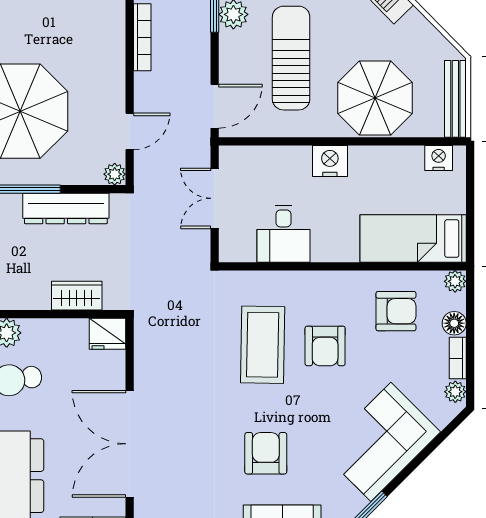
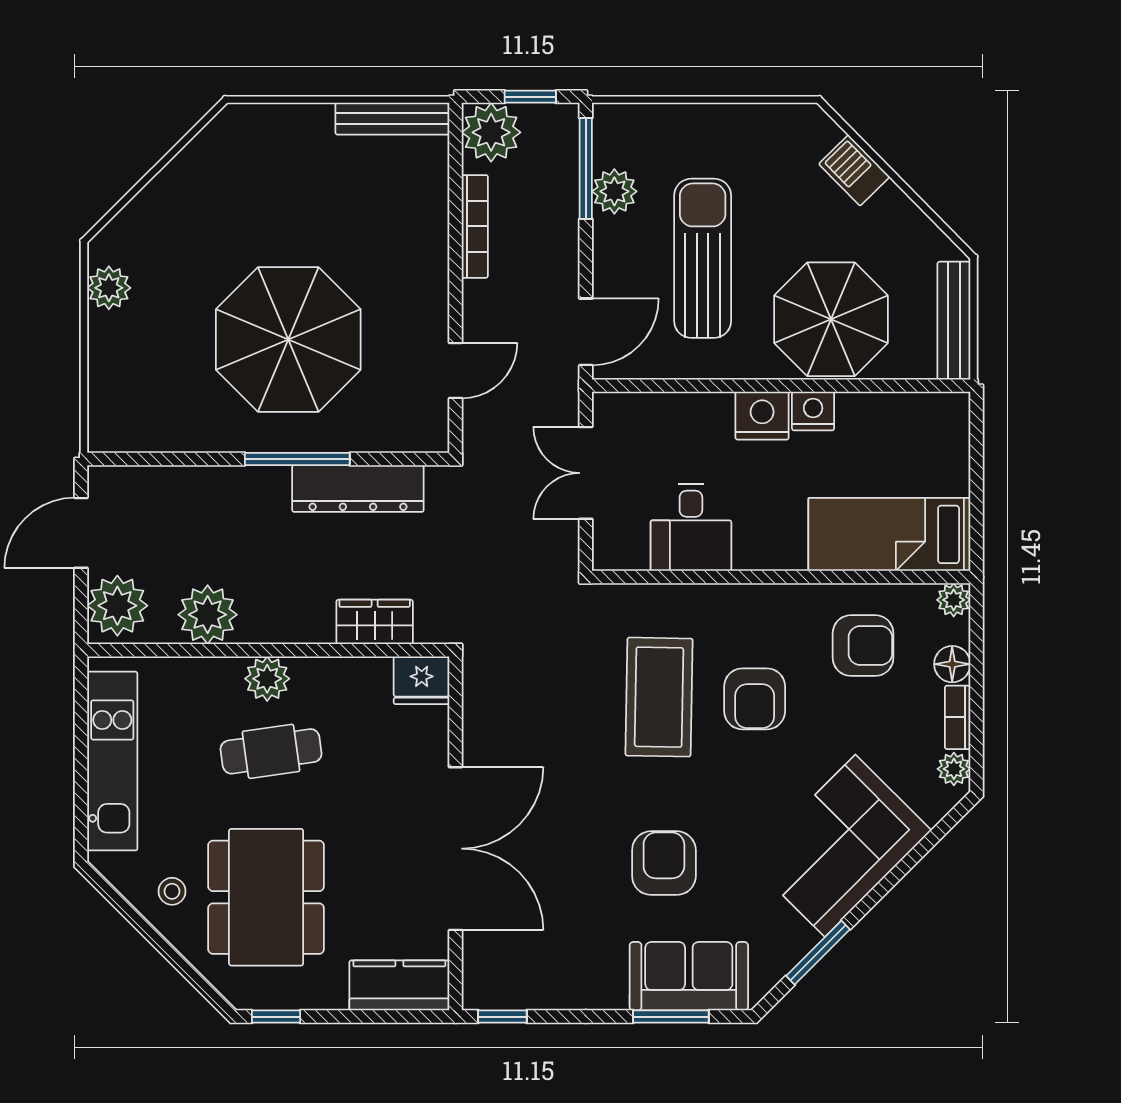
nightstand: (439, 158) -> (813, 411), moved
plant: (115, 174) -> (433, 436), removed
double door: (130, 444) -> (455, 849), swing flipped

